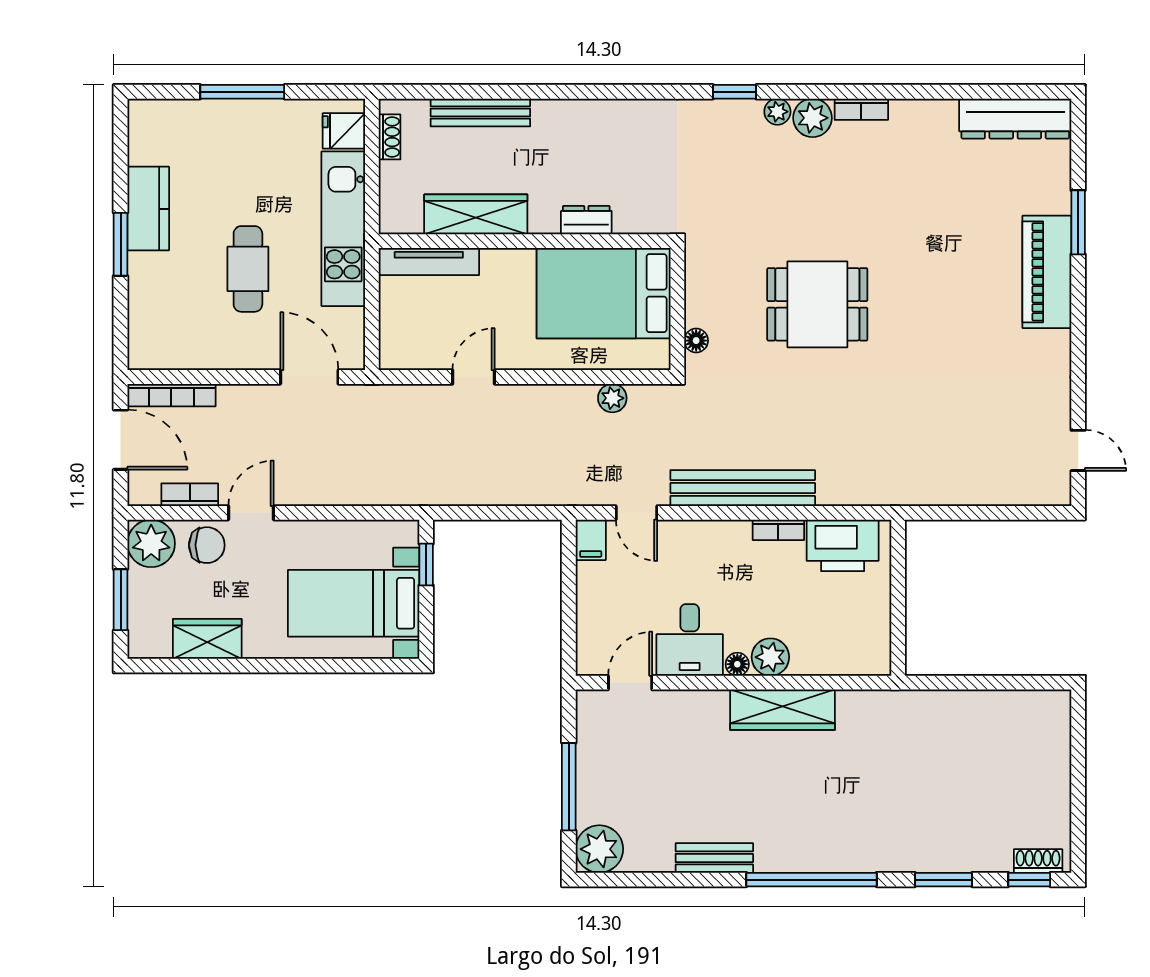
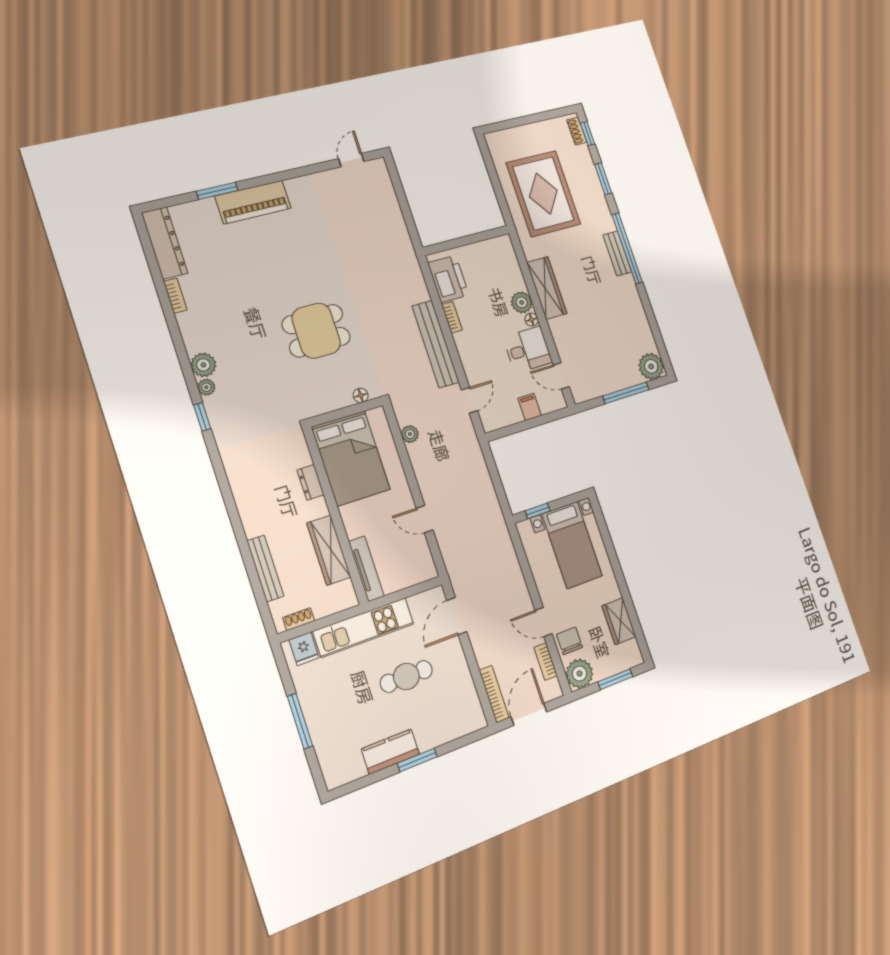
bookcase: (861, 109) -> (175, 296), moved
dining table: (817, 304) -> (316, 331), turned 90
filing cabinet: (591, 540) -> (530, 407), moved, turned -90
rug: (944, 761) -> (543, 194), added
bench: (714, 858) -> (617, 253), moved

